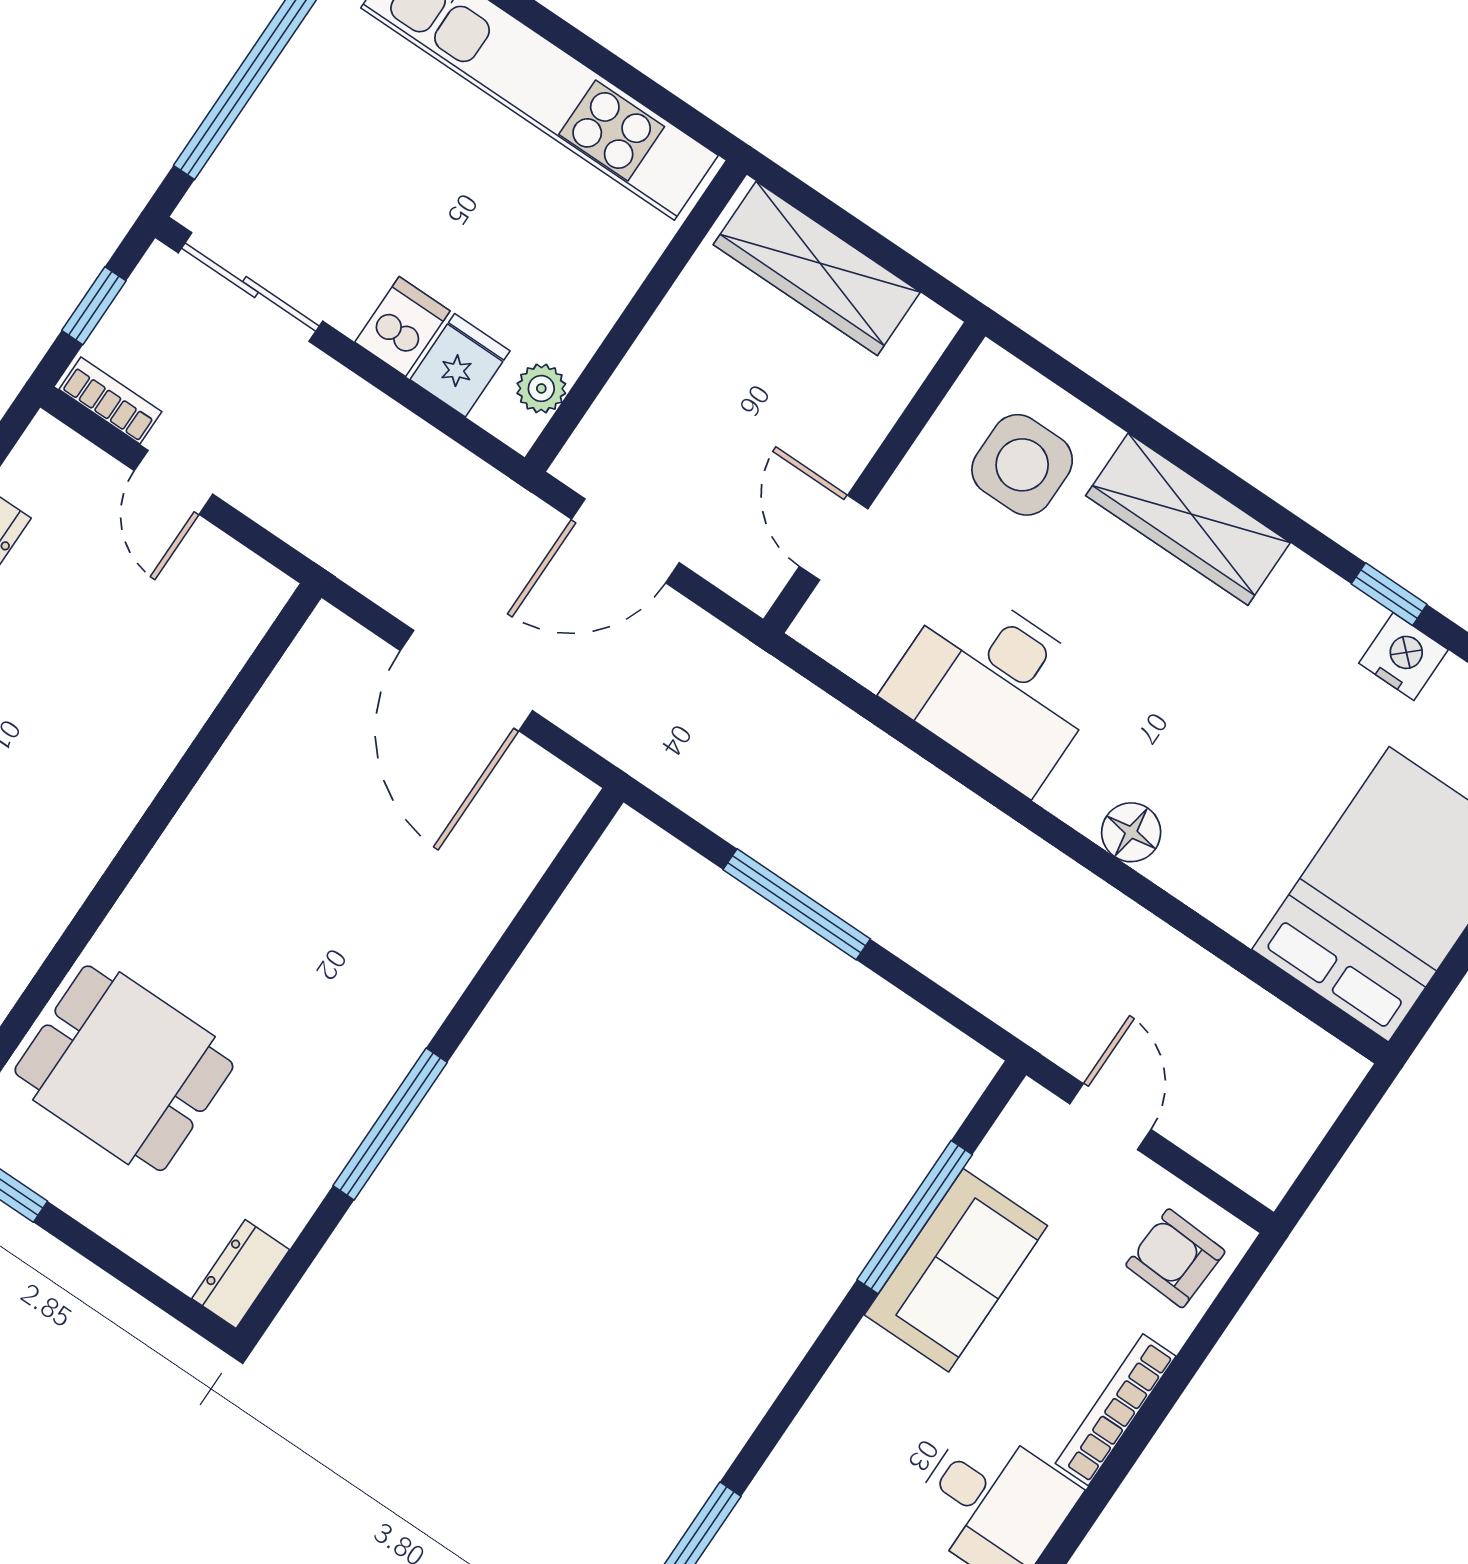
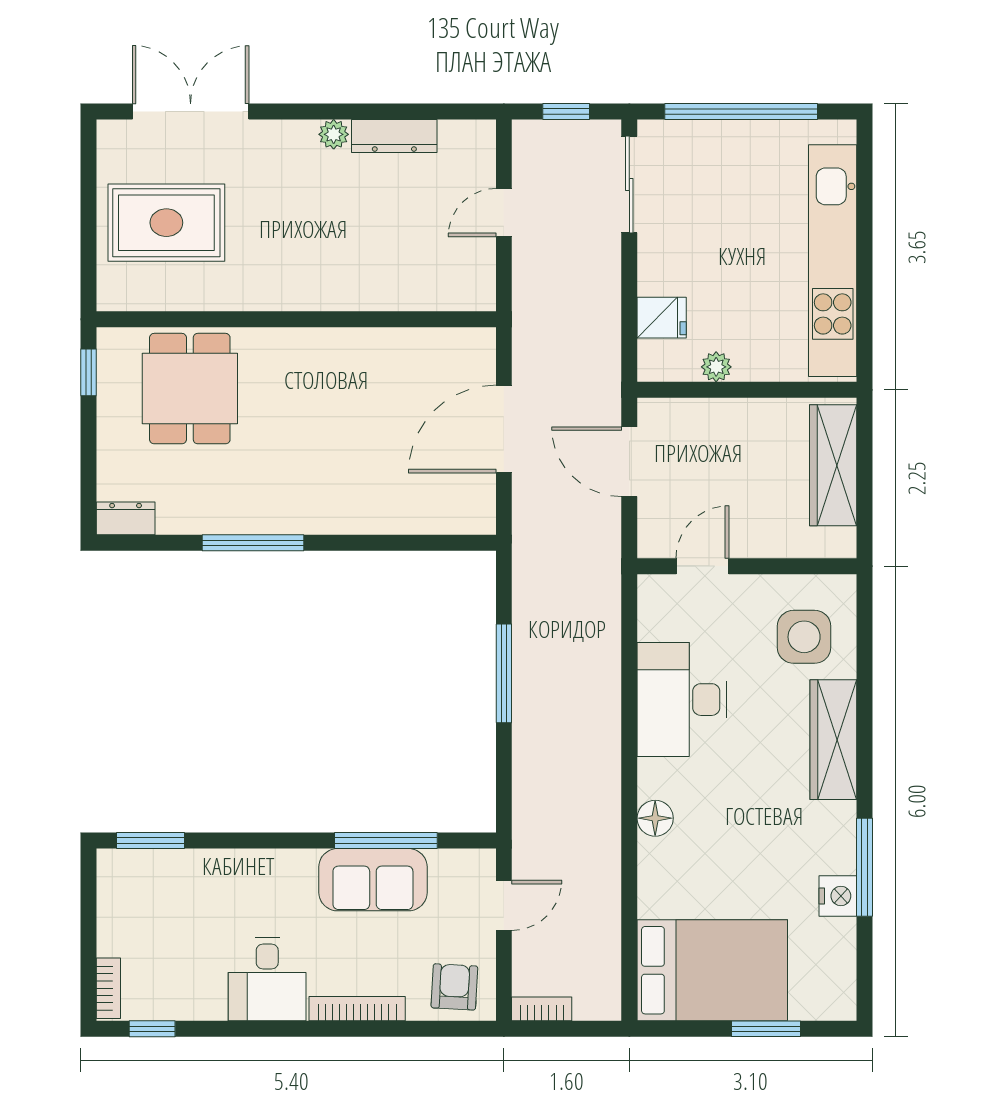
dishwasher: (402, 327) -> (661, 275), removed
plant: (541, 388) -> (716, 367), moved
bookcase: (110, 401) -> (542, 1009), moved, turned -90
window: (1389, 594) -> (864, 867), width x2.17

